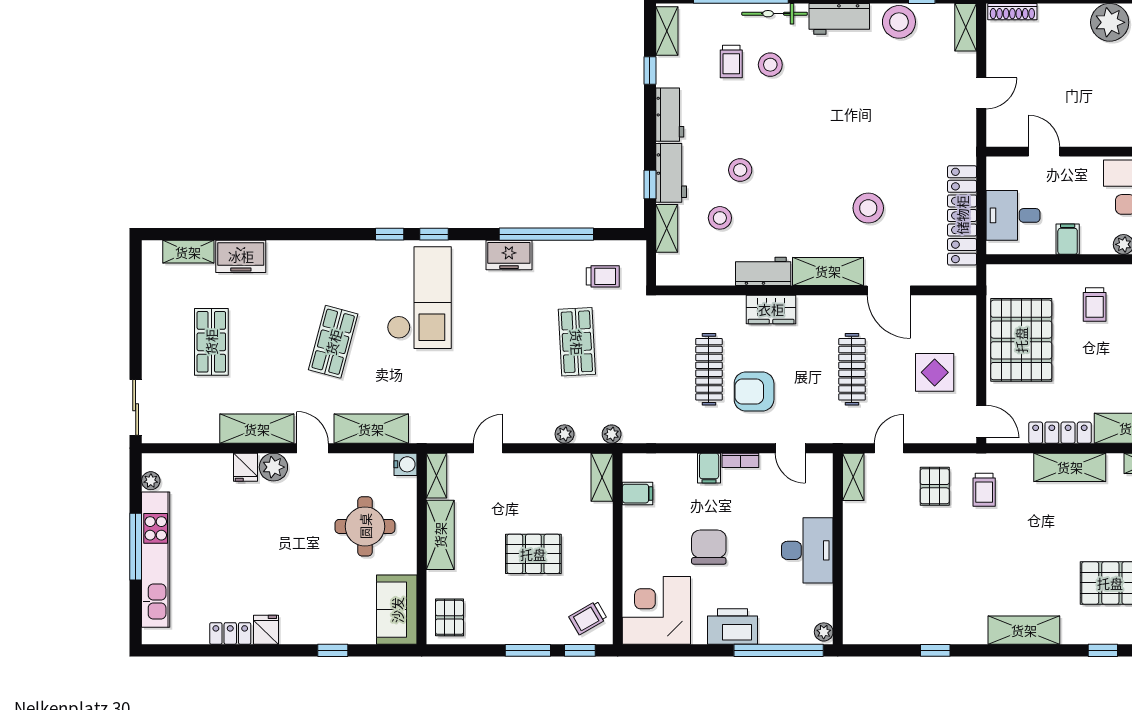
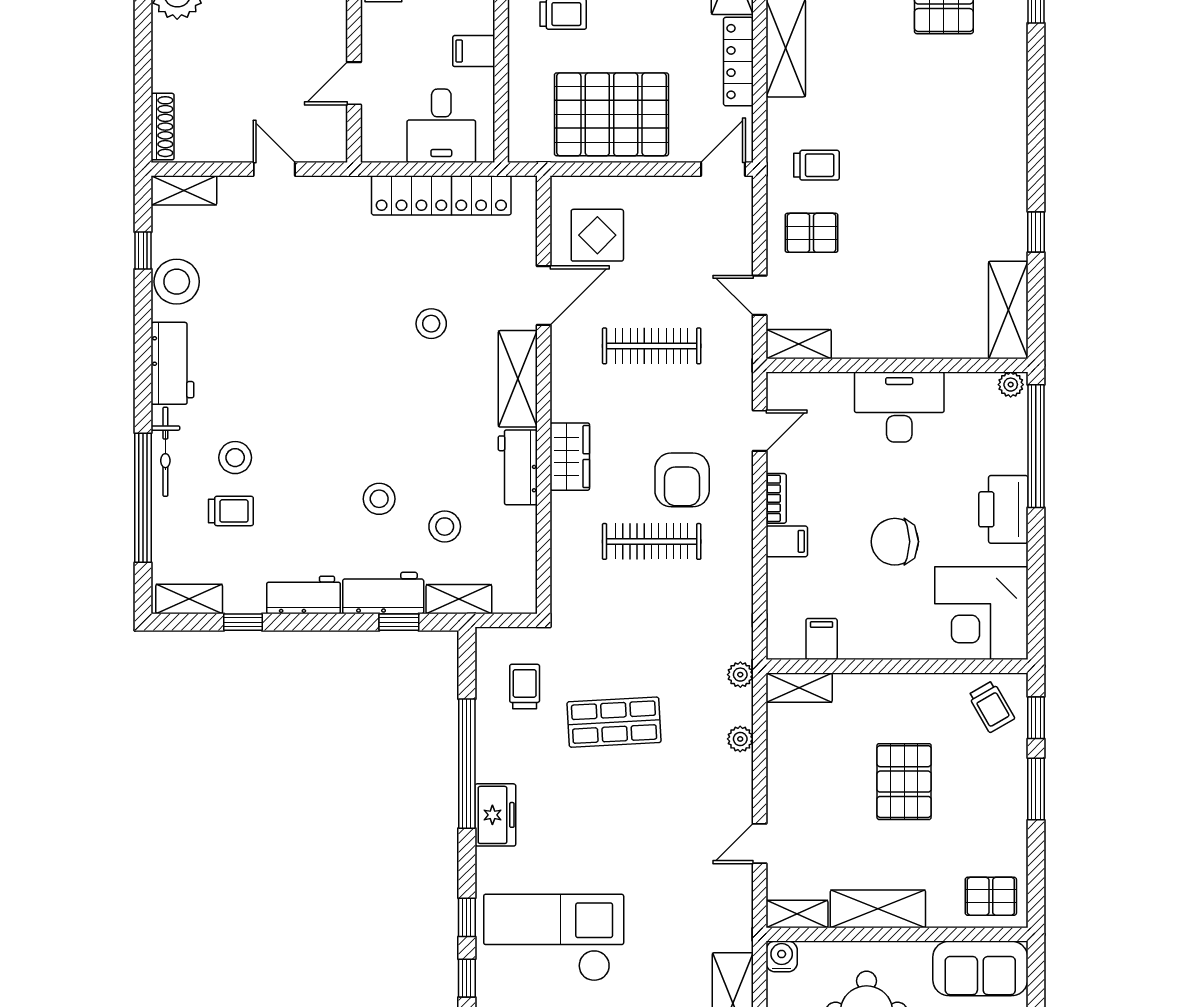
stool: (868, 208) -> (431, 324), width x0.73, depth x0.73
display table: (935, 372) -> (597, 235), moved
door: (488, 448) -> (760, 843), hinge flipped
shelving: (1024, 630) -> (1008, 310), moved

